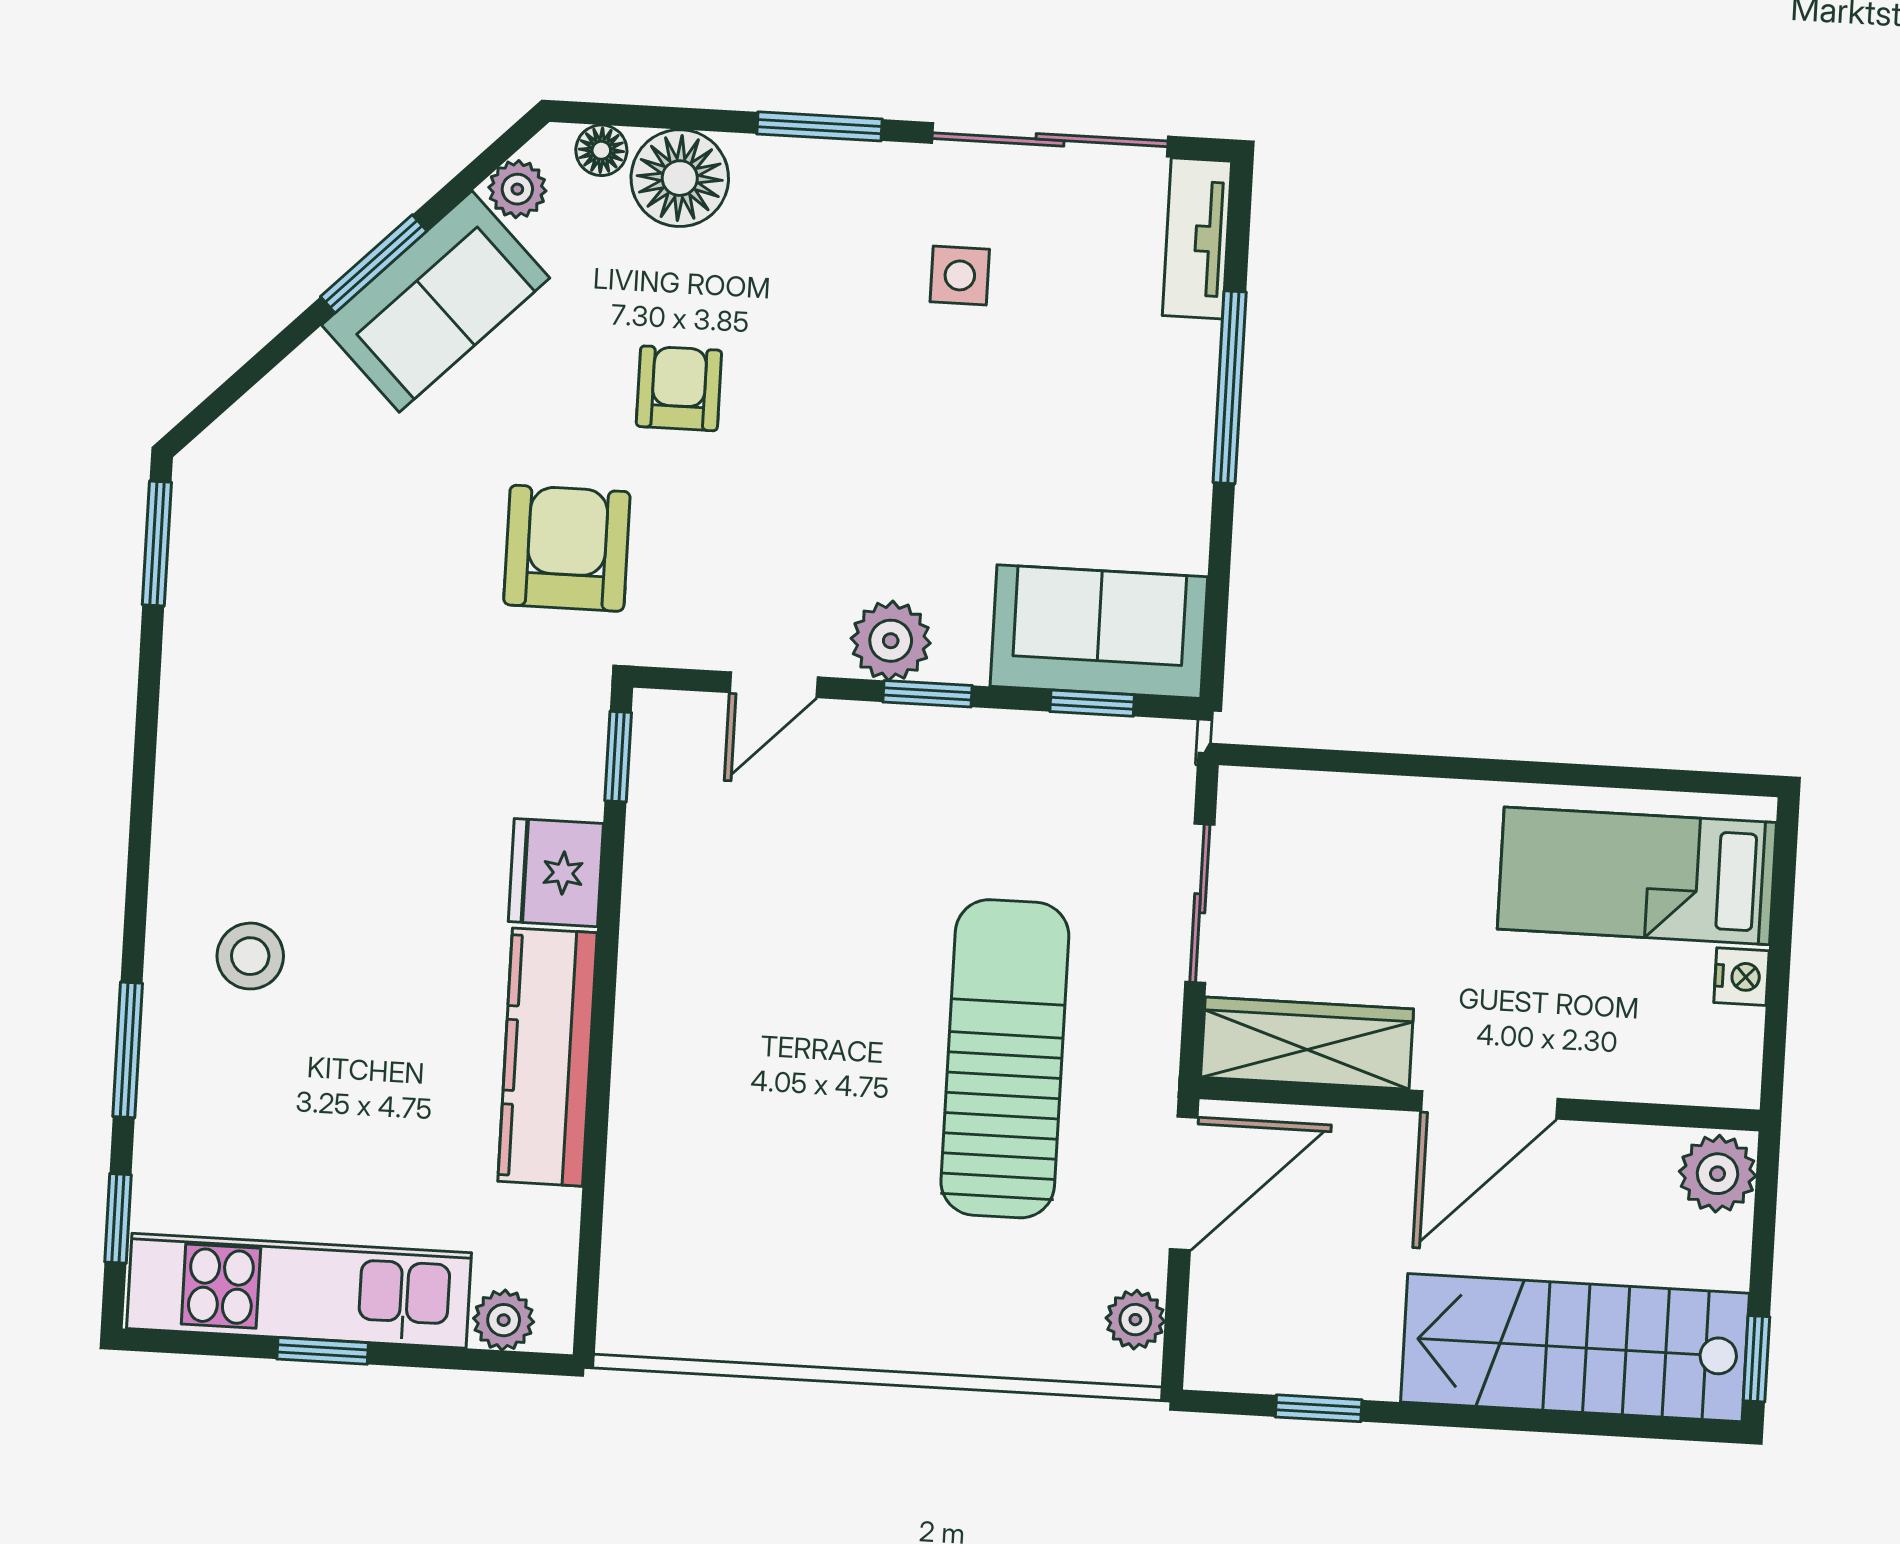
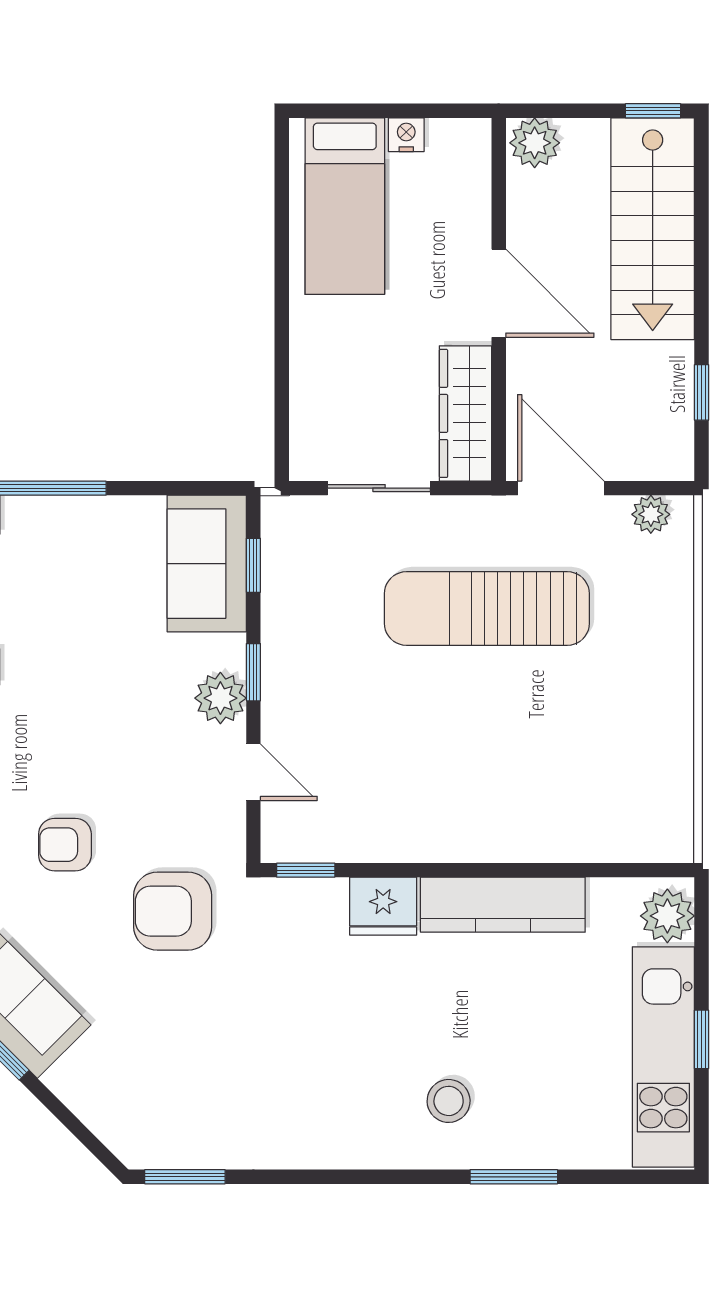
window: (118, 1218) -> (623, 1177), removed
plant: (504, 1320) -> (667, 916), width x1.38, depth x1.38

